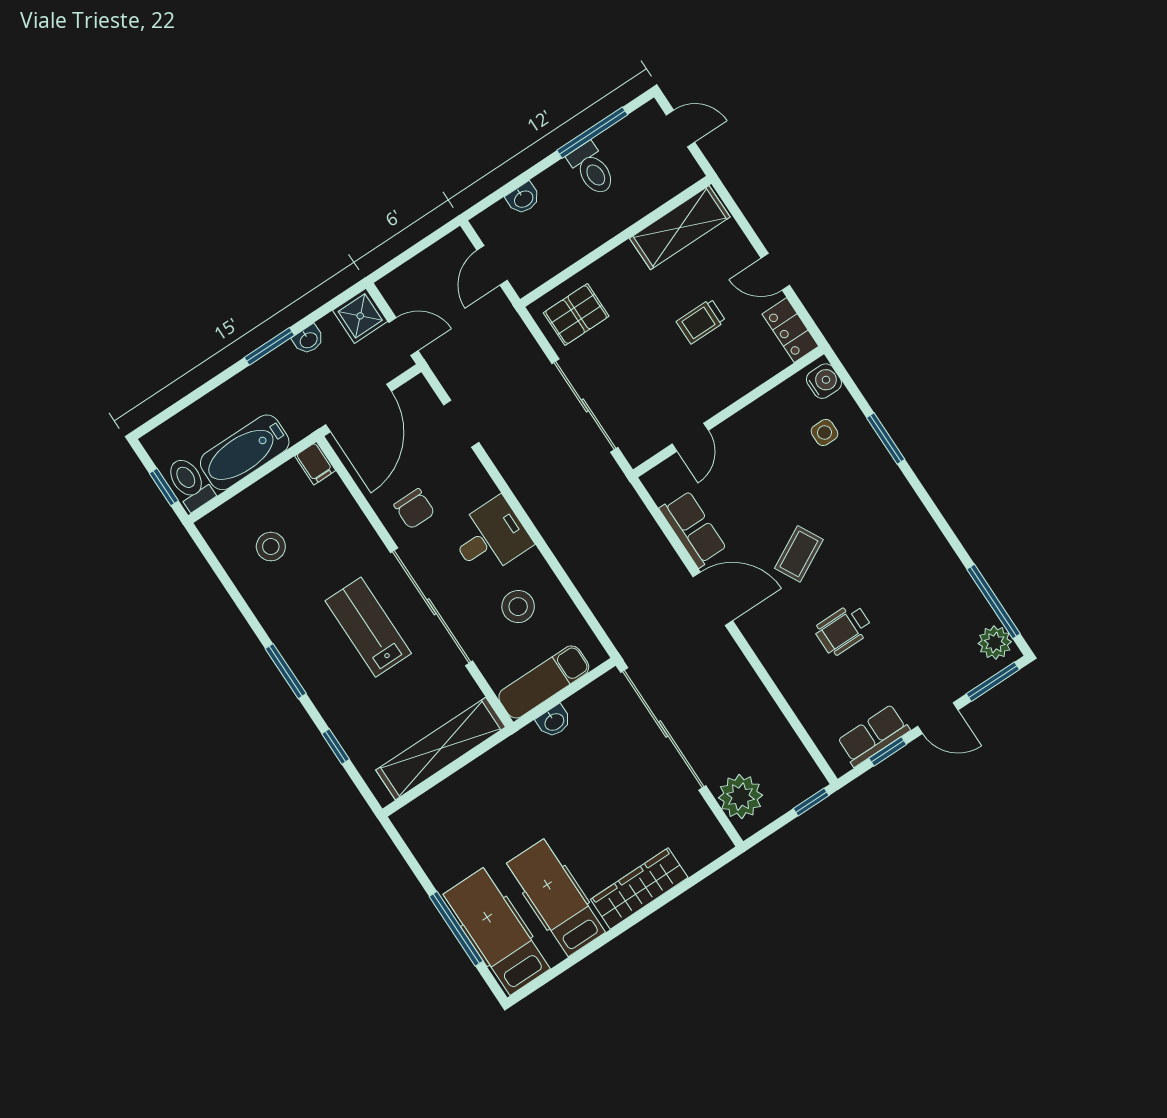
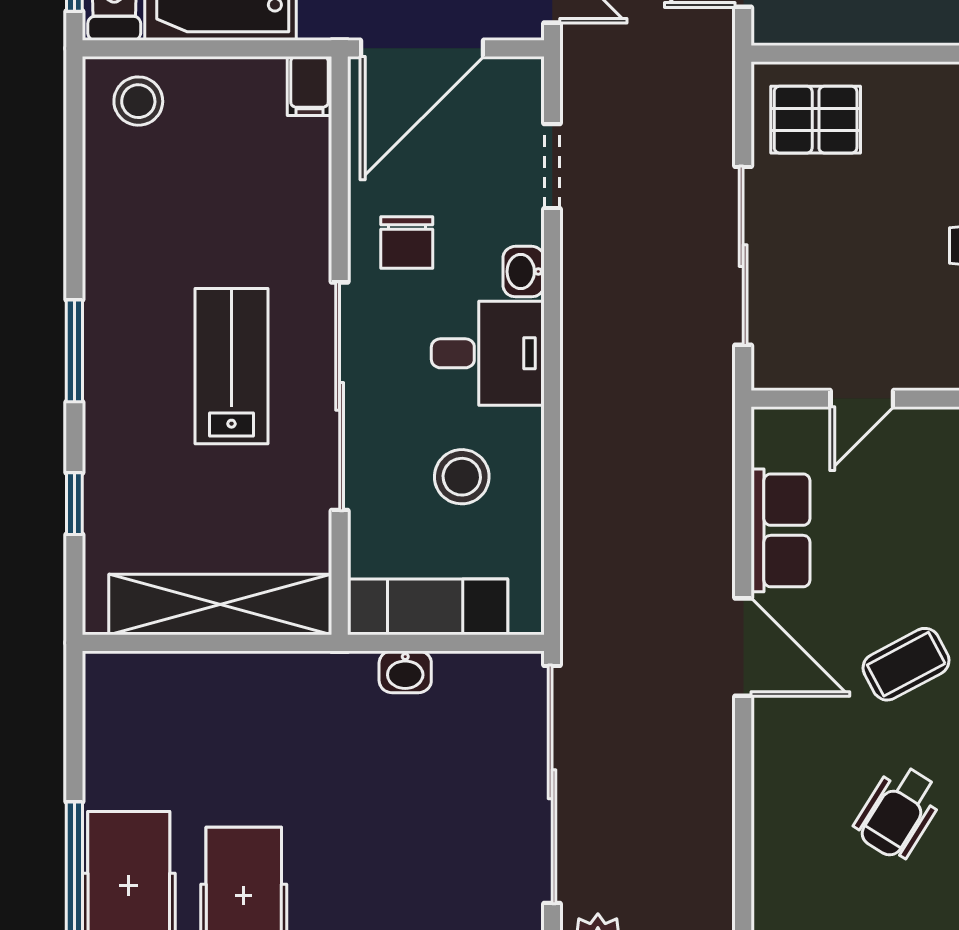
washbasin: (482, 485) -> (524, 272), added
stool: (271, 547) -> (138, 101), moved
wheelchair: (843, 629) -> (898, 812), turned -58

